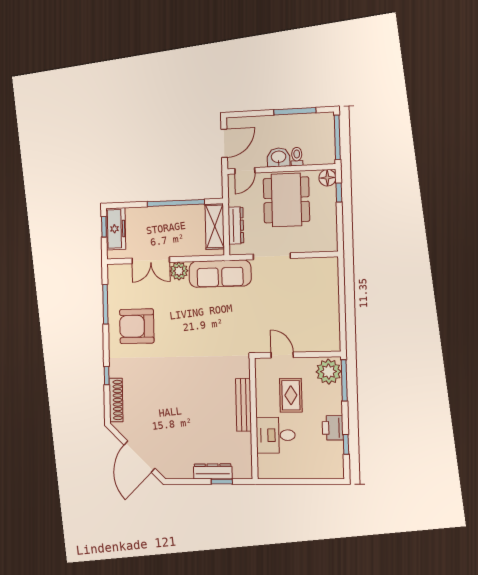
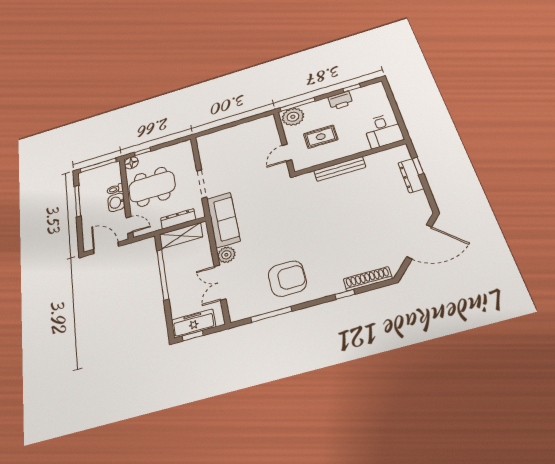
double door: (151, 260) -> (220, 282), swing flipped
armchair: (137, 326) -> (287, 279), turned -90
desk: (276, 435) -> (383, 131), moved

